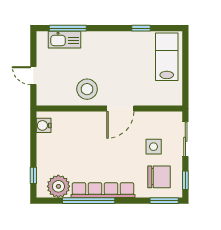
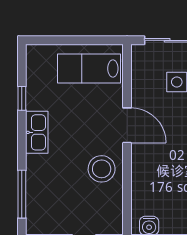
kitchen sink: (64, 40) -> (37, 132), moved
lab bench: (167, 57) -> (89, 69), moved

